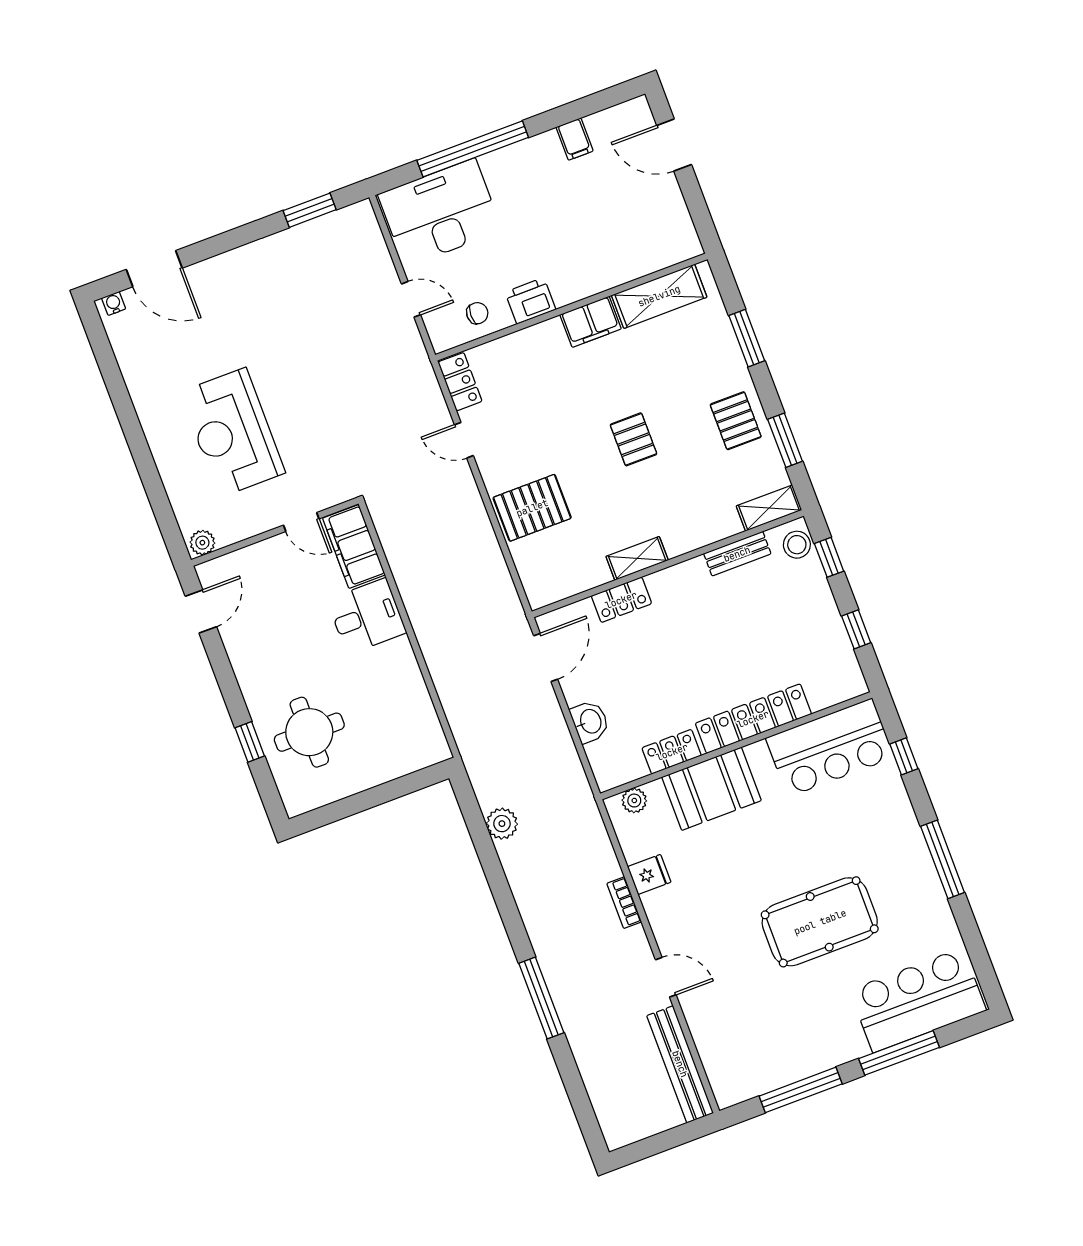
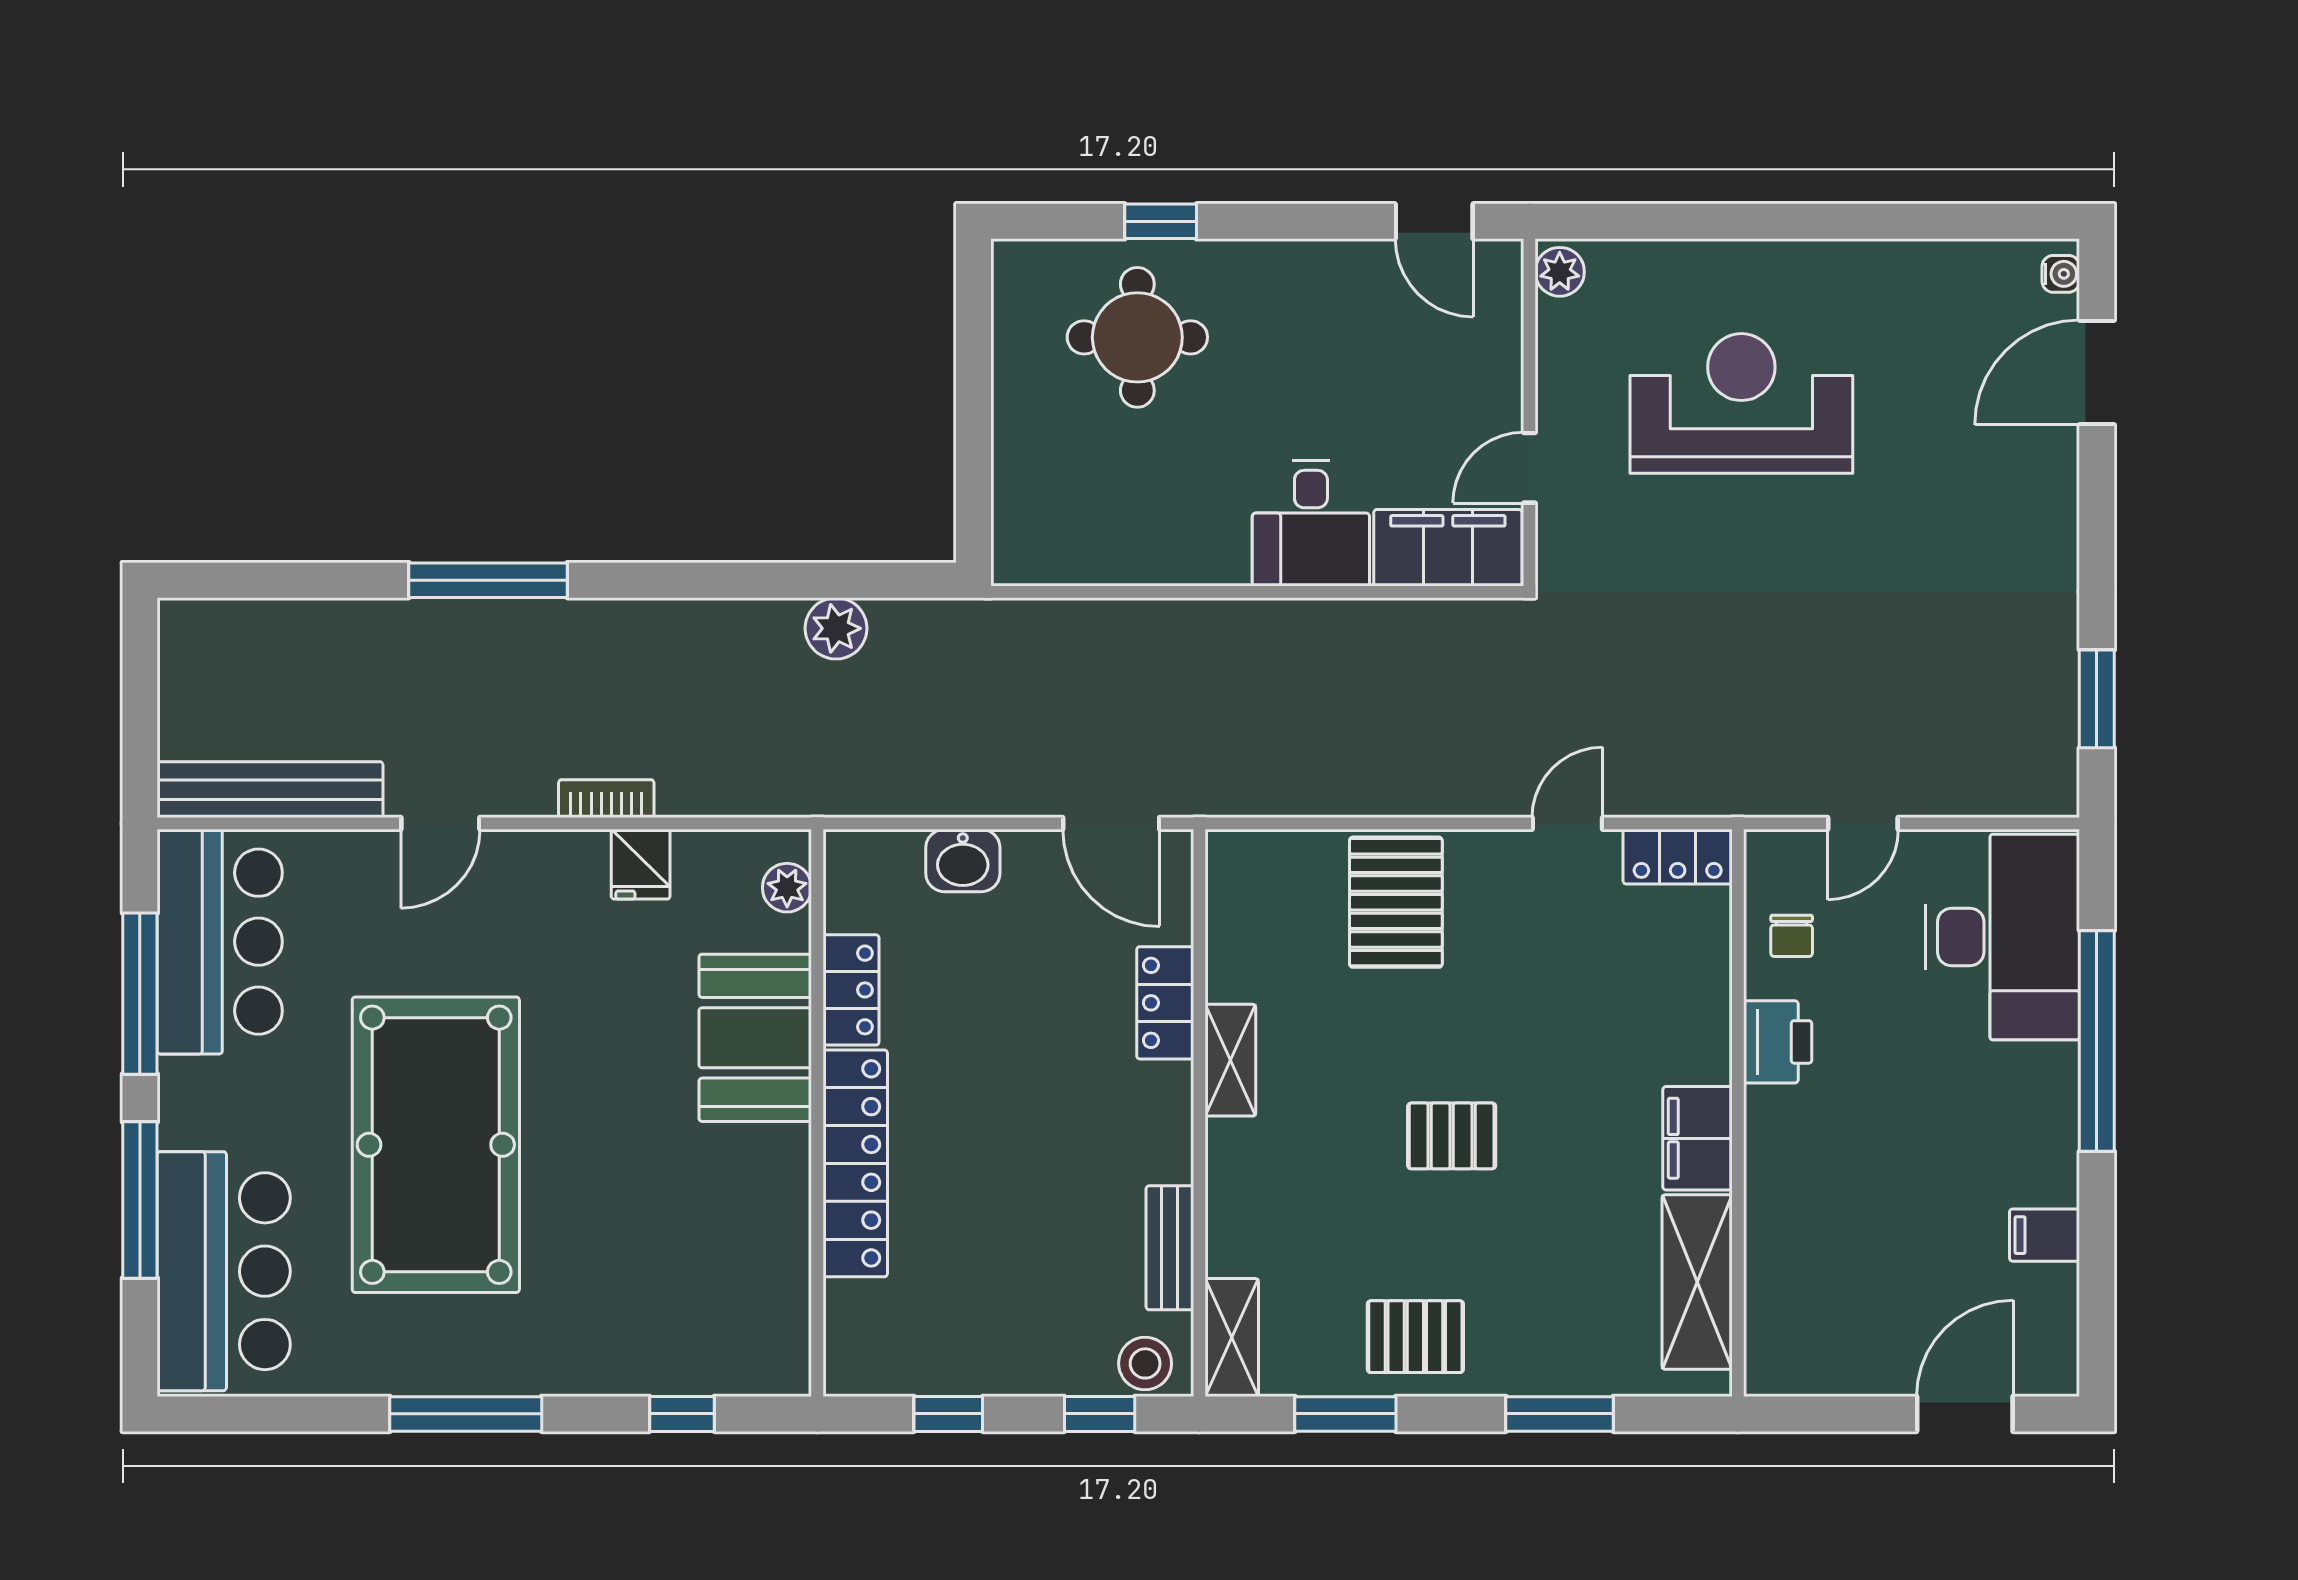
bar counter: (830, 748) -> (220, 942), moved, turned 180
pool table: (820, 922) -> (436, 1145), width x1.36, depth x1.32

